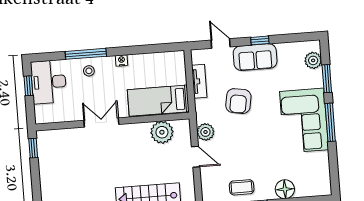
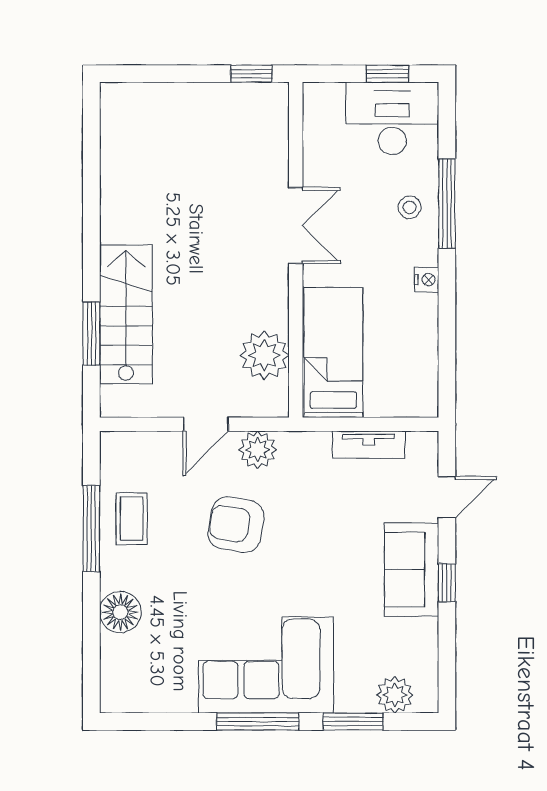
armchair: (238, 101) -> (236, 525), moved

